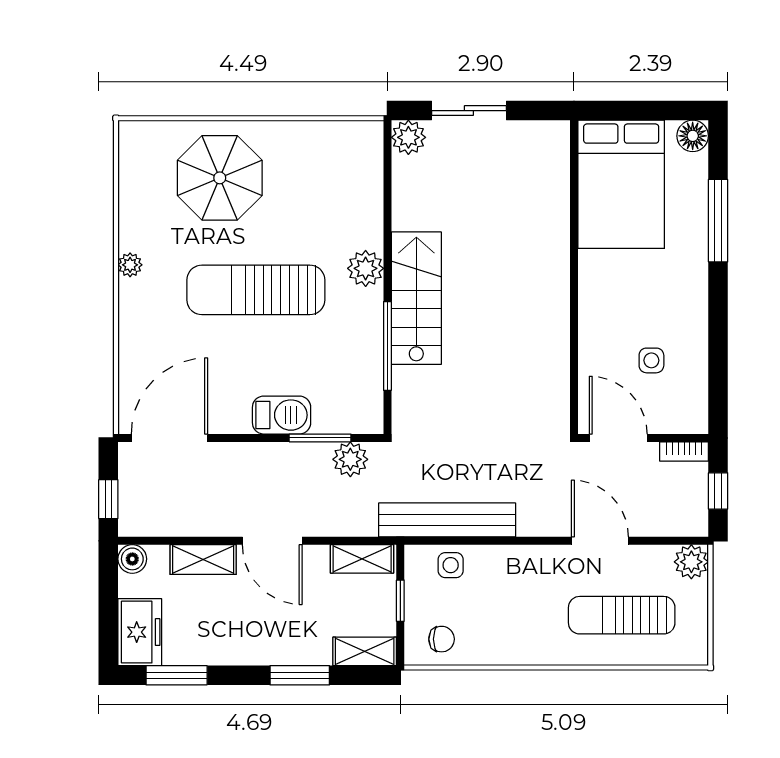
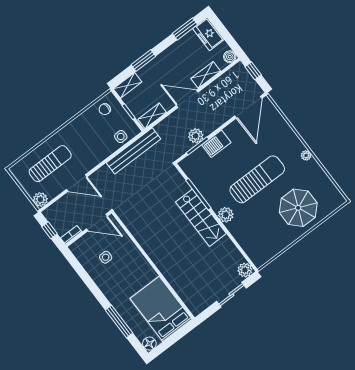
plant: (350, 459) -> (196, 136), moved

